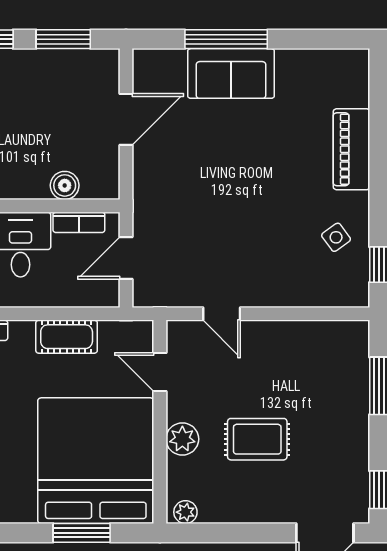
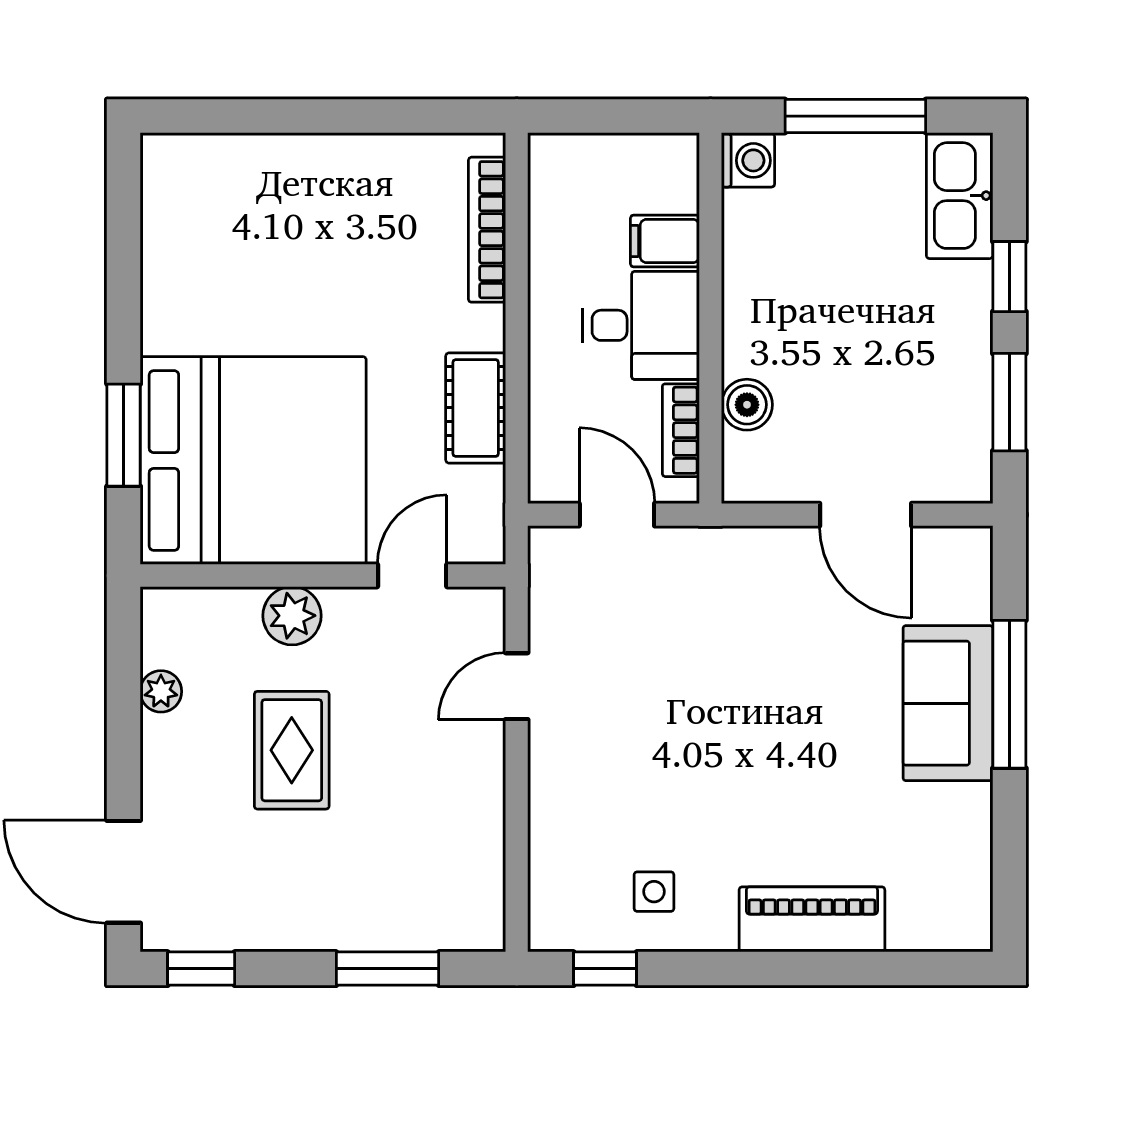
side table: (336, 237) -> (654, 892), turned 36
plant: (185, 512) -> (161, 691), moved

